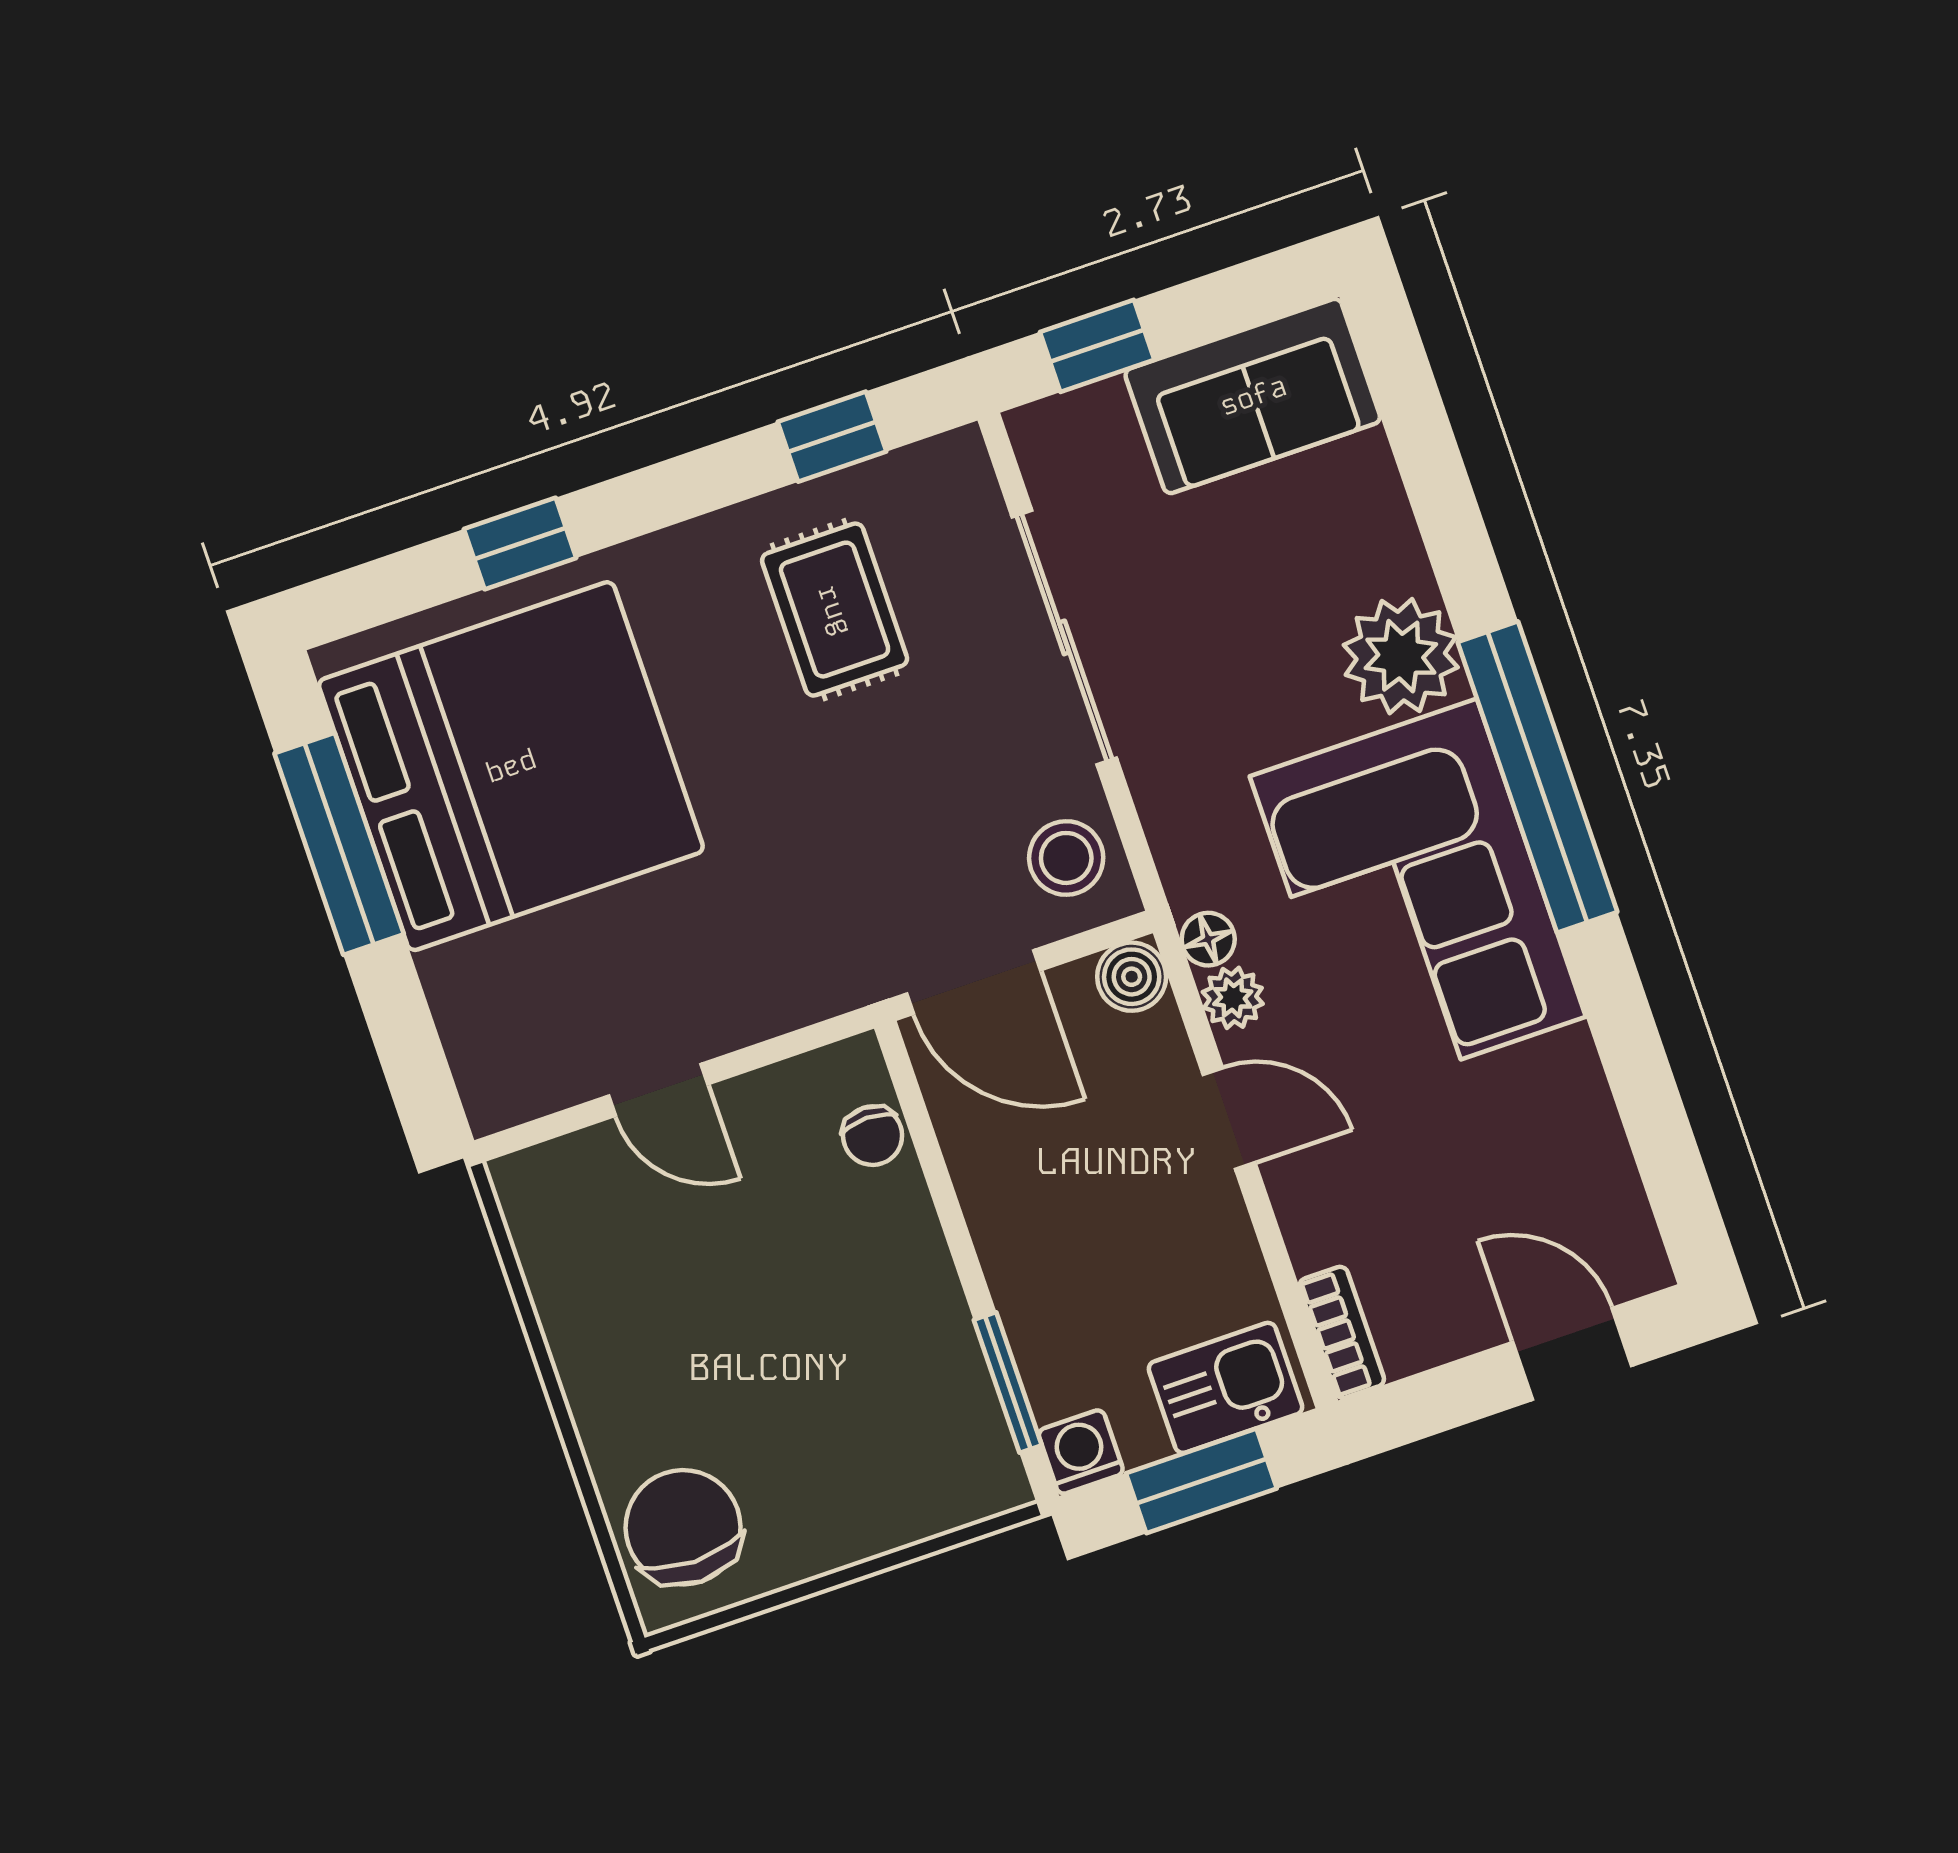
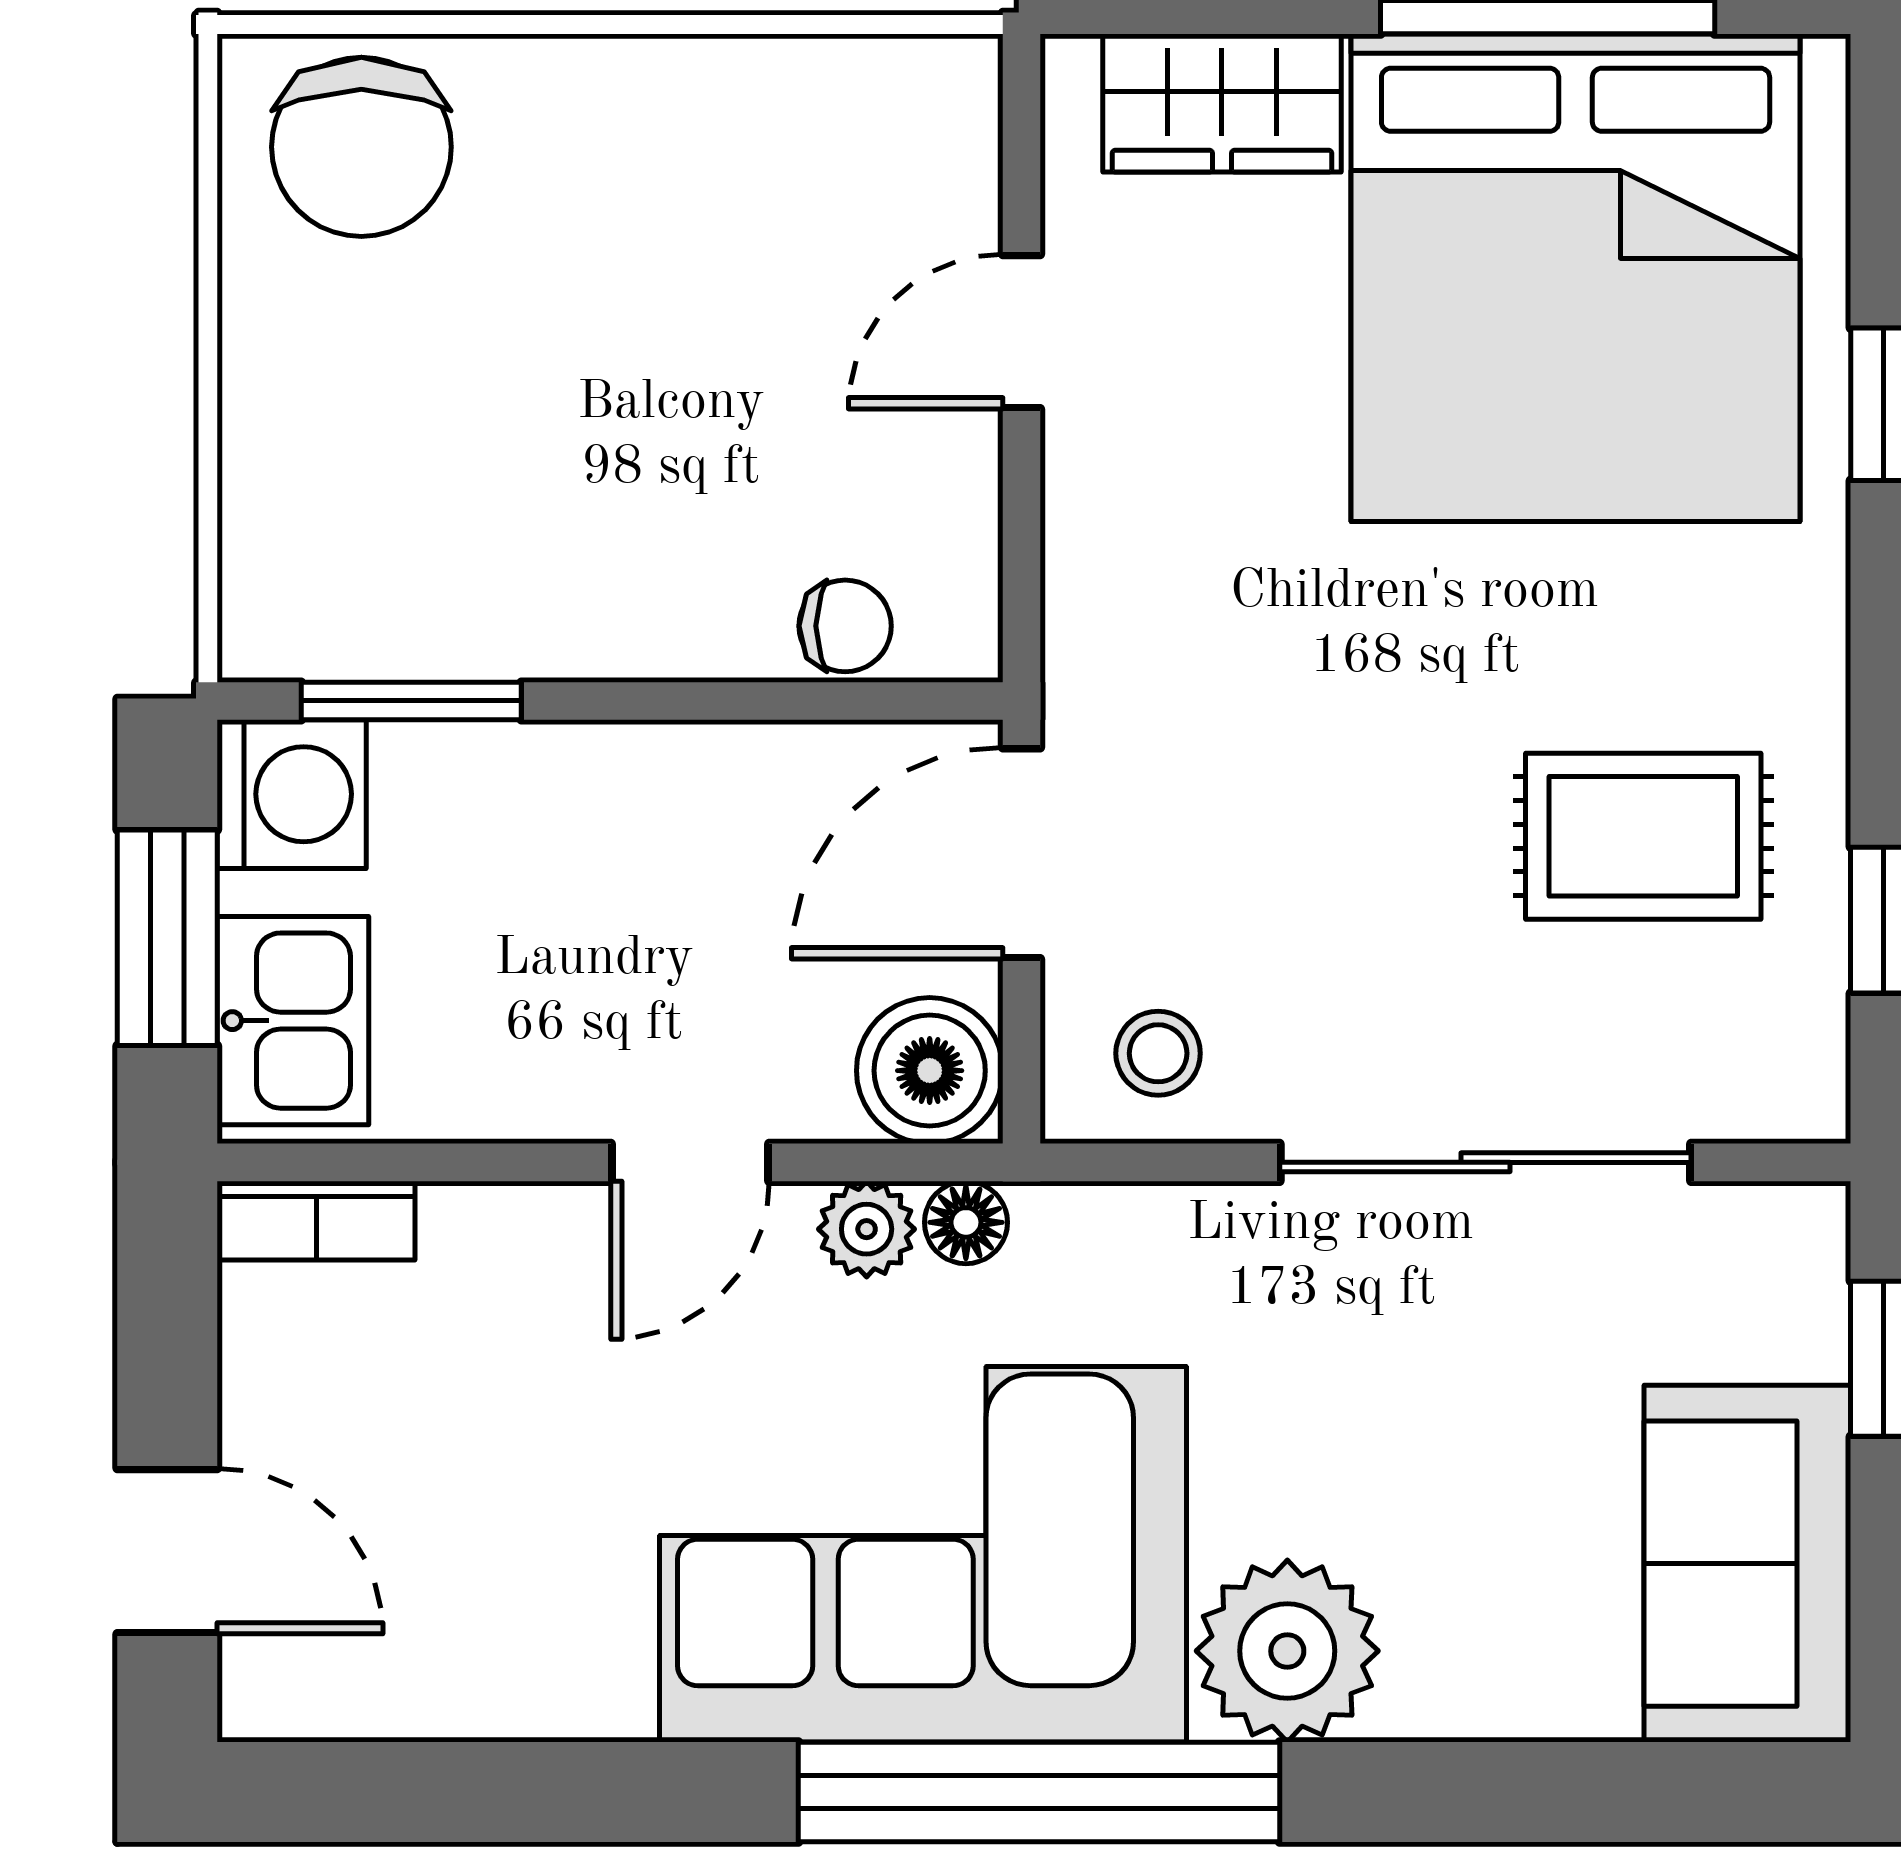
stool: (1066, 858) -> (1158, 1053), width x0.73, depth x0.73
boiler: (1132, 977) -> (930, 1071), width x1.36, depth x1.36
wardrobe: (478, 1016) -> (1222, 103), added
chair: (873, 1136) -> (845, 626), turned 180
door: (1572, 1354) -> (167, 1551), hinge flipped
washing machine: (1081, 1452) -> (292, 794), width x1.38, depth x1.38
chair: (683, 1527) -> (361, 147), turned 90

